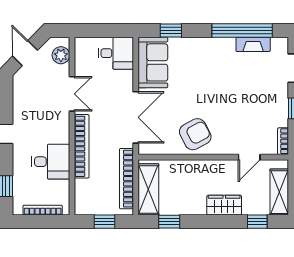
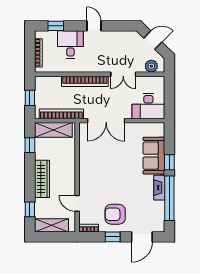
window: (171, 30) -> (169, 162), moved
fireplace: (253, 44) -> (159, 188), moved
desk: (116, 53) -> (148, 106), width x1.37
sofa: (153, 62) -> (154, 156), moved, turned 90
armchair: (195, 134) -> (115, 214), moved, turned 118
desk: (51, 162) -> (70, 45), moved, turned 180
wardrobe: (224, 205) -> (42, 179), width x1.50

